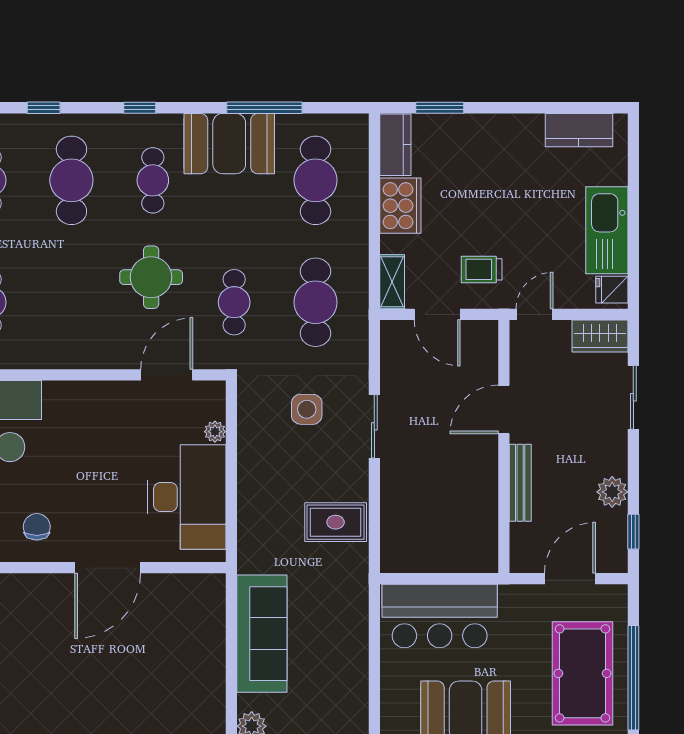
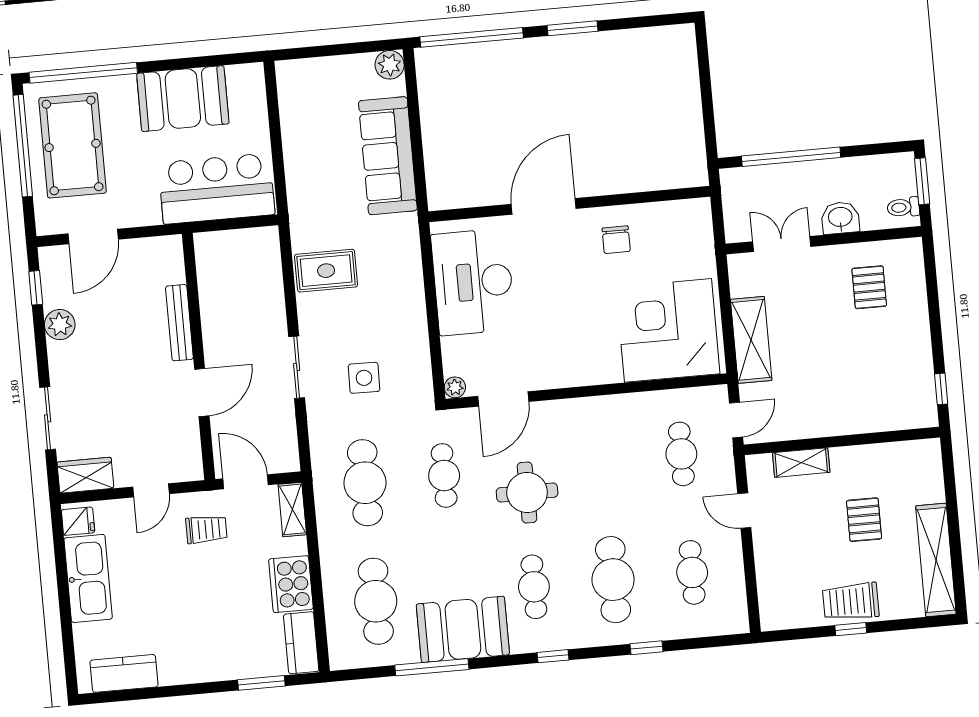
door: (504, 409) -> (202, 393), moved
plant: (215, 432) -> (455, 387), moved
wall: (504, 446) -> (199, 356), moved
bench: (520, 483) -> (179, 323), moved

